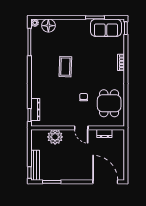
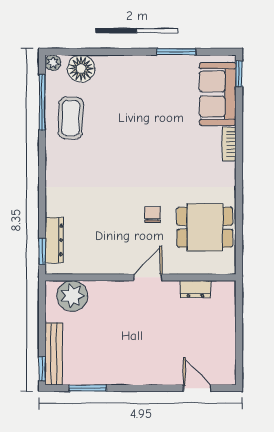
sofa: (106, 28) -> (218, 94), moved, turned 90
coffee table: (65, 67) -> (71, 118), moved
dining table: (109, 103) -> (205, 227), turned 90
door: (81, 128) -> (148, 277), swing flipped
plant: (55, 137) -> (72, 296), moved
door: (105, 182) -> (197, 388), width x0.53

